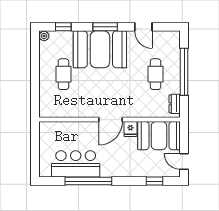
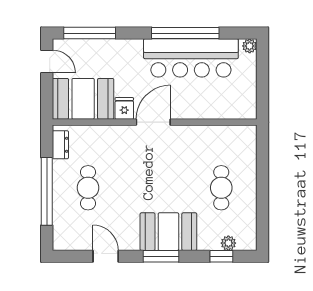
plant: (44, 36) -> (228, 243), moved
booth: (100, 49) -> (168, 232), width x0.73, depth x0.70
bar counter: (76, 164) -> (191, 58), width x1.36
plant: (44, 172) -> (250, 46), added
window: (154, 181) -> (90, 33), width x2.17

